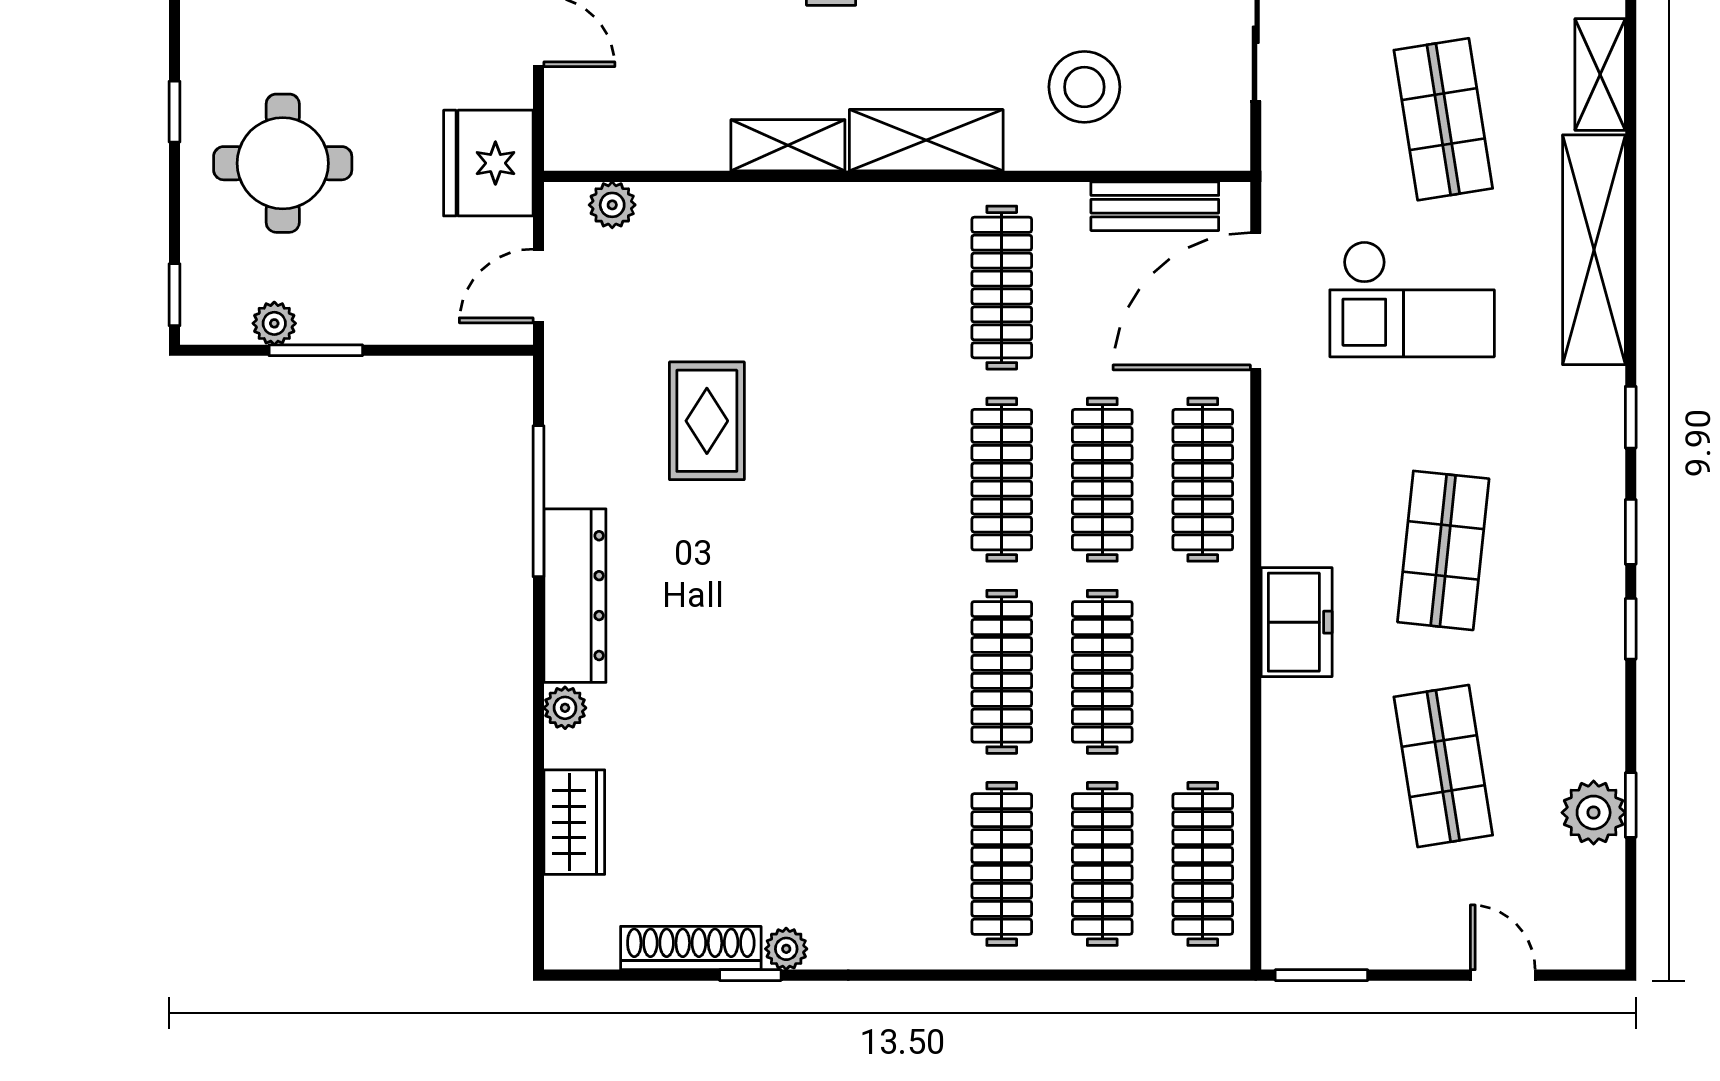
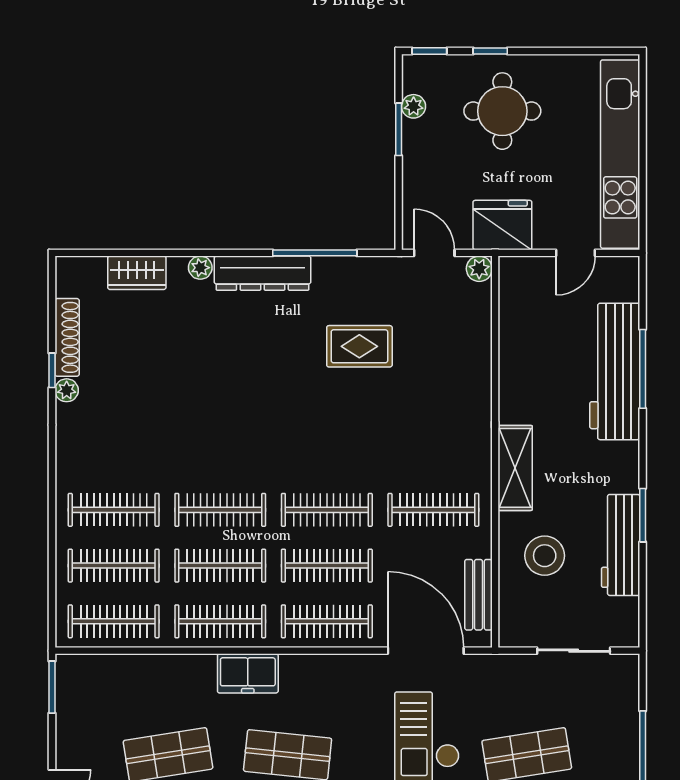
window: (174, 112) -> (490, 51), moved
shelving: (788, 145) -> (512, 391), removed
plant: (612, 205) -> (479, 269), moved
clothes rail: (1203, 672) -> (220, 621), added

